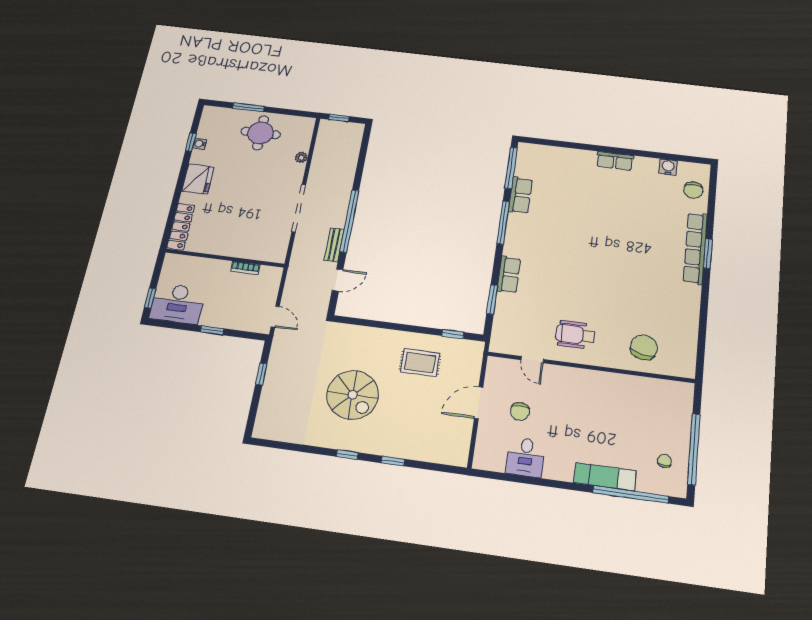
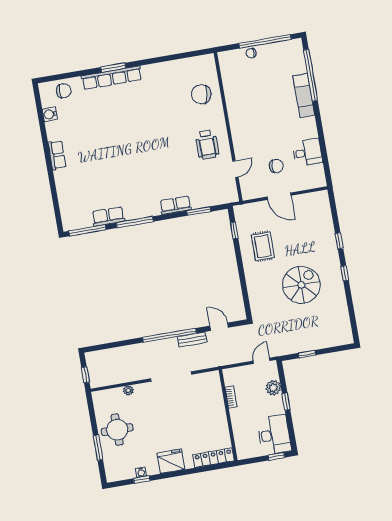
plant: (236, 320) -> (273, 388), added
chair: (664, 461) -> (251, 53), moved

